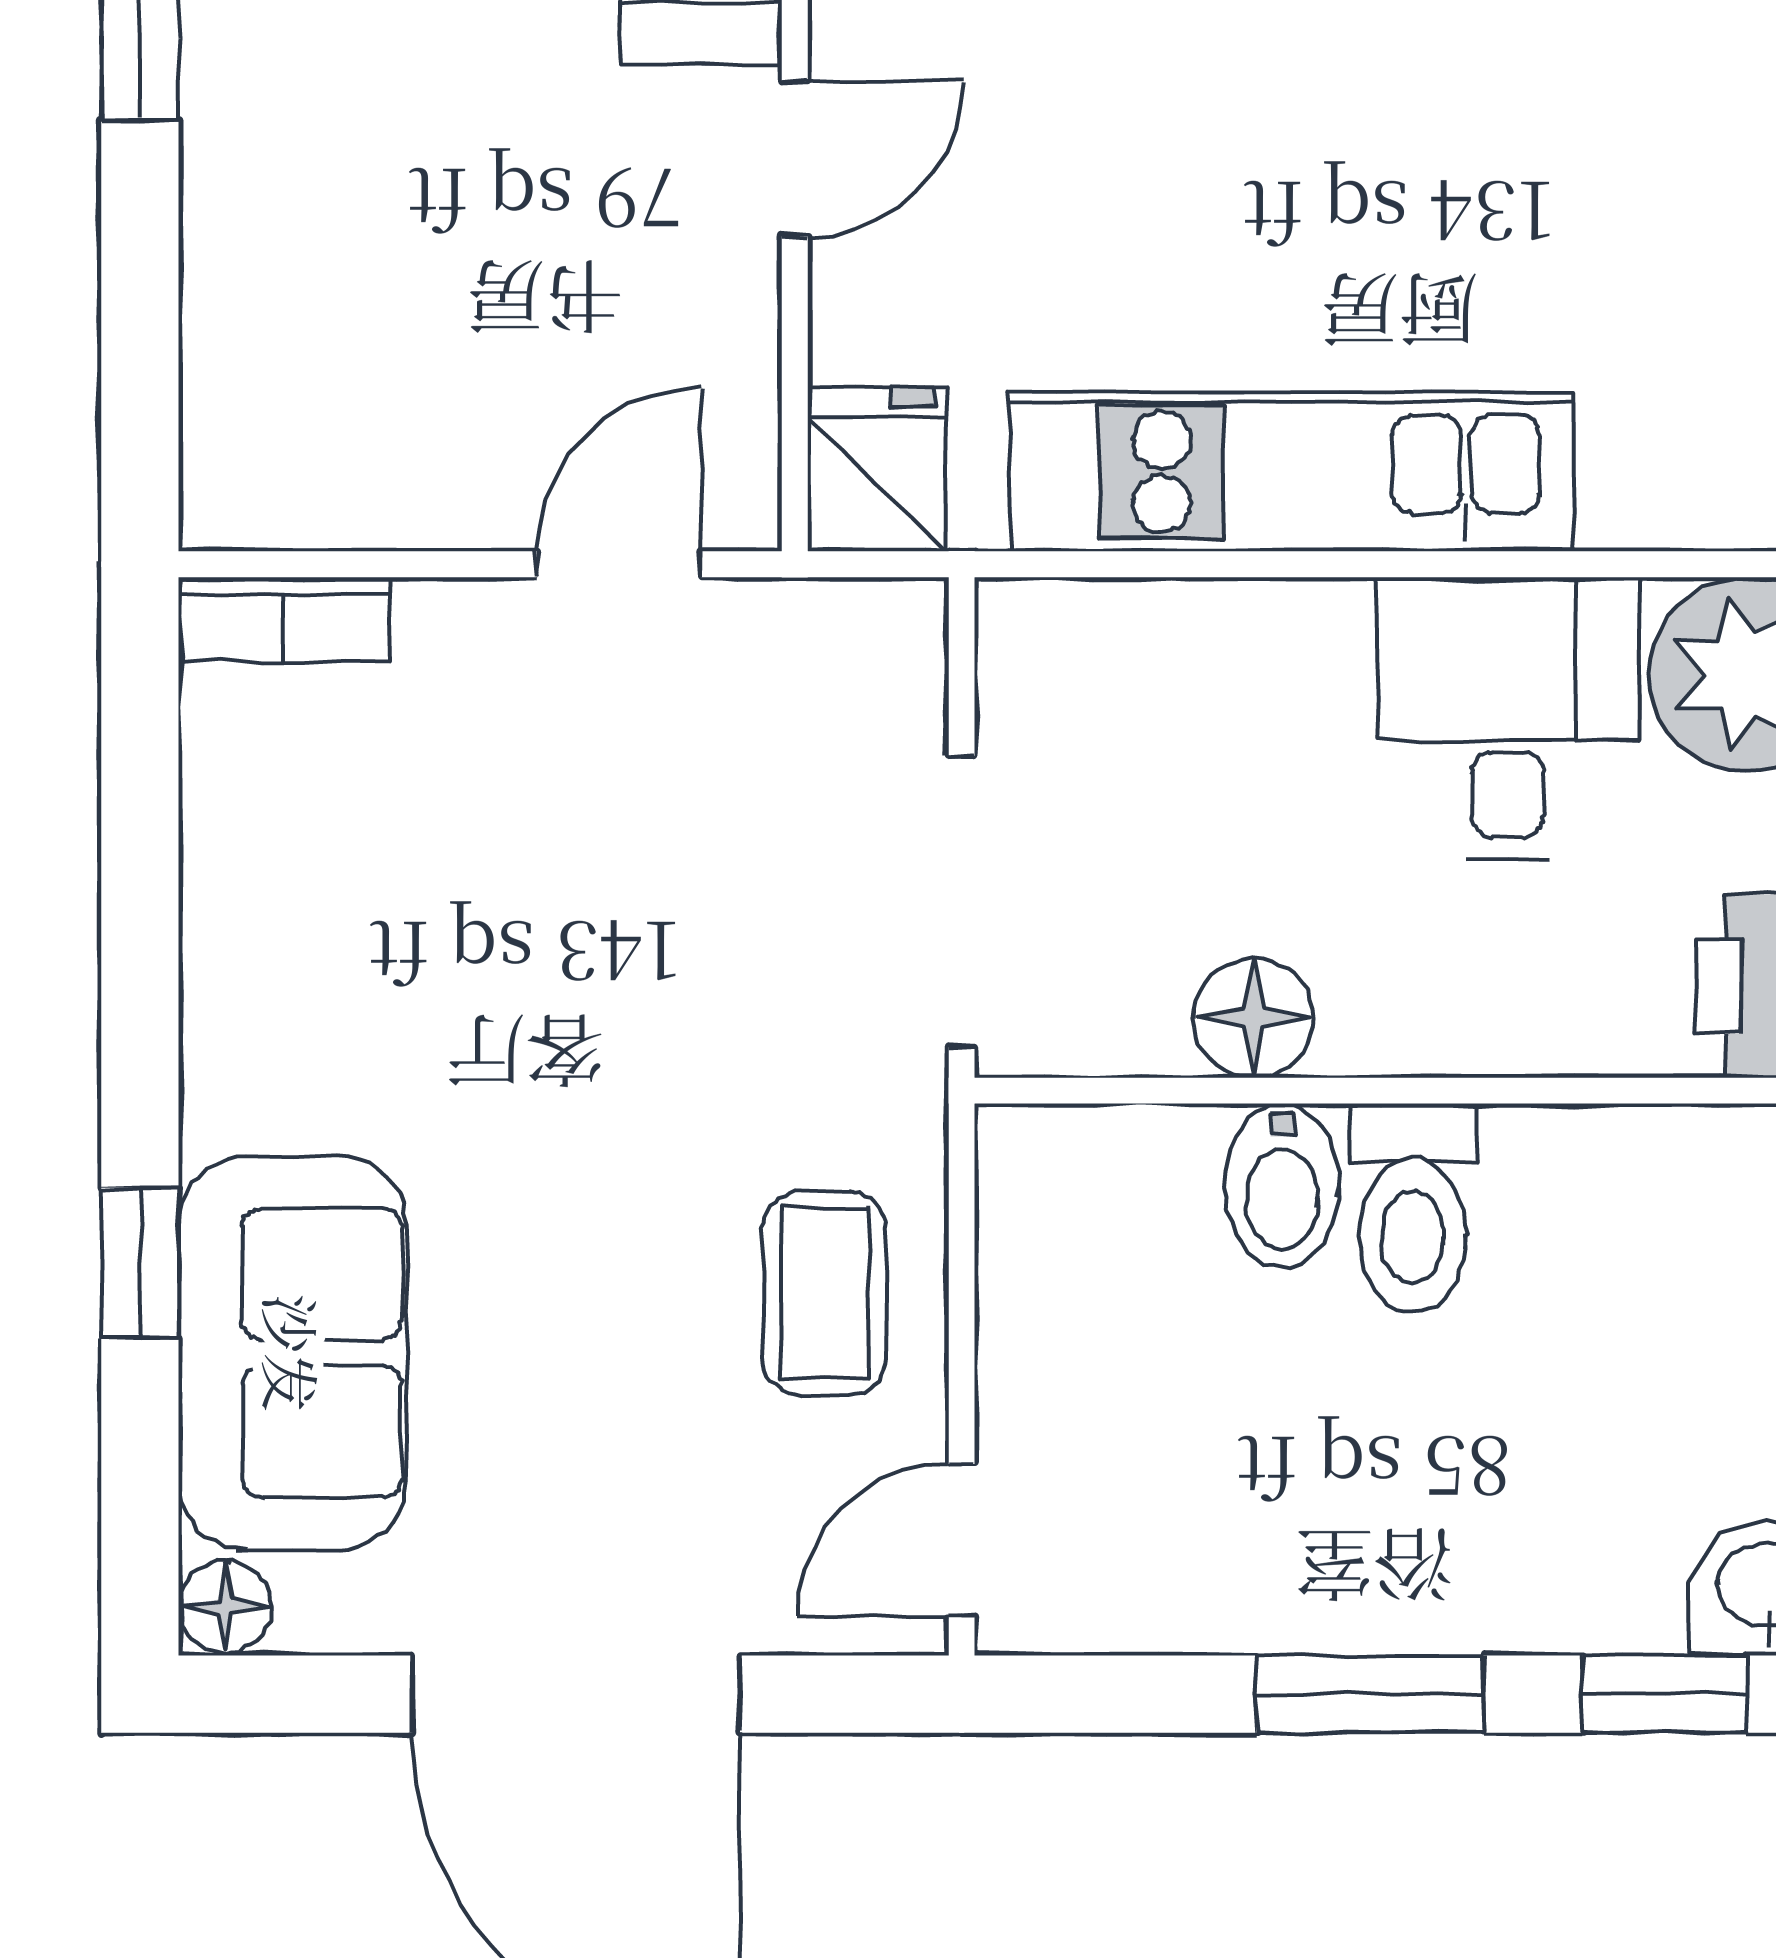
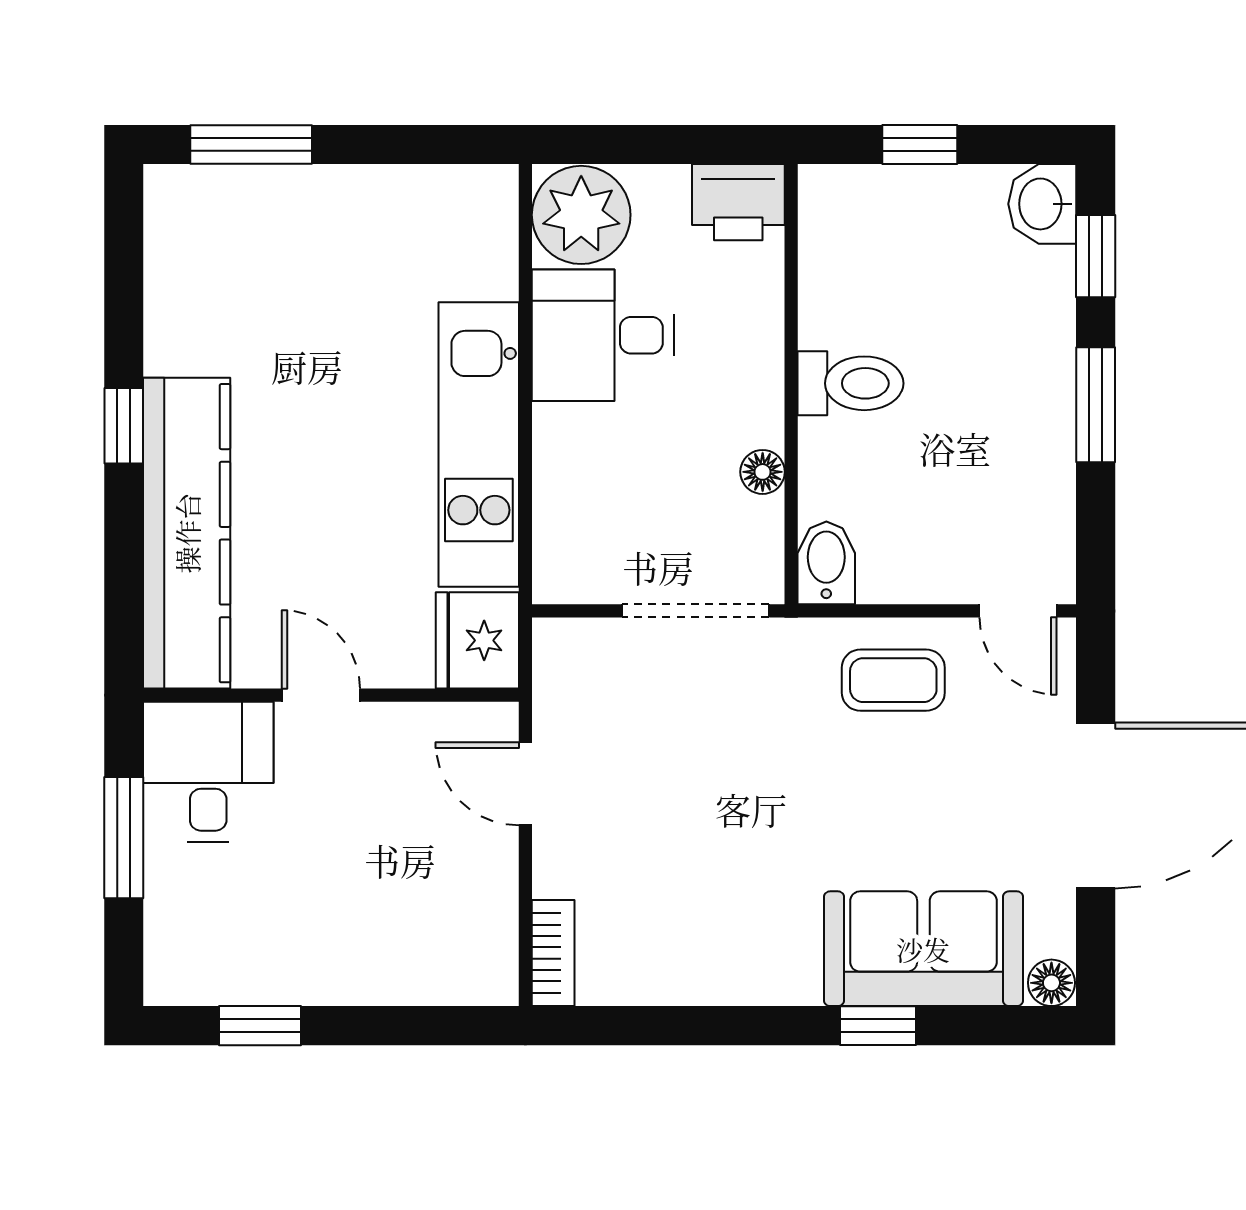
fridge: (877, 469) -> (477, 640), width x1.38
floor lamp: (1253, 1018) -> (763, 472), width x0.73, depth x0.73
bidet: (1282, 1186) -> (826, 563), moved, turned -90

